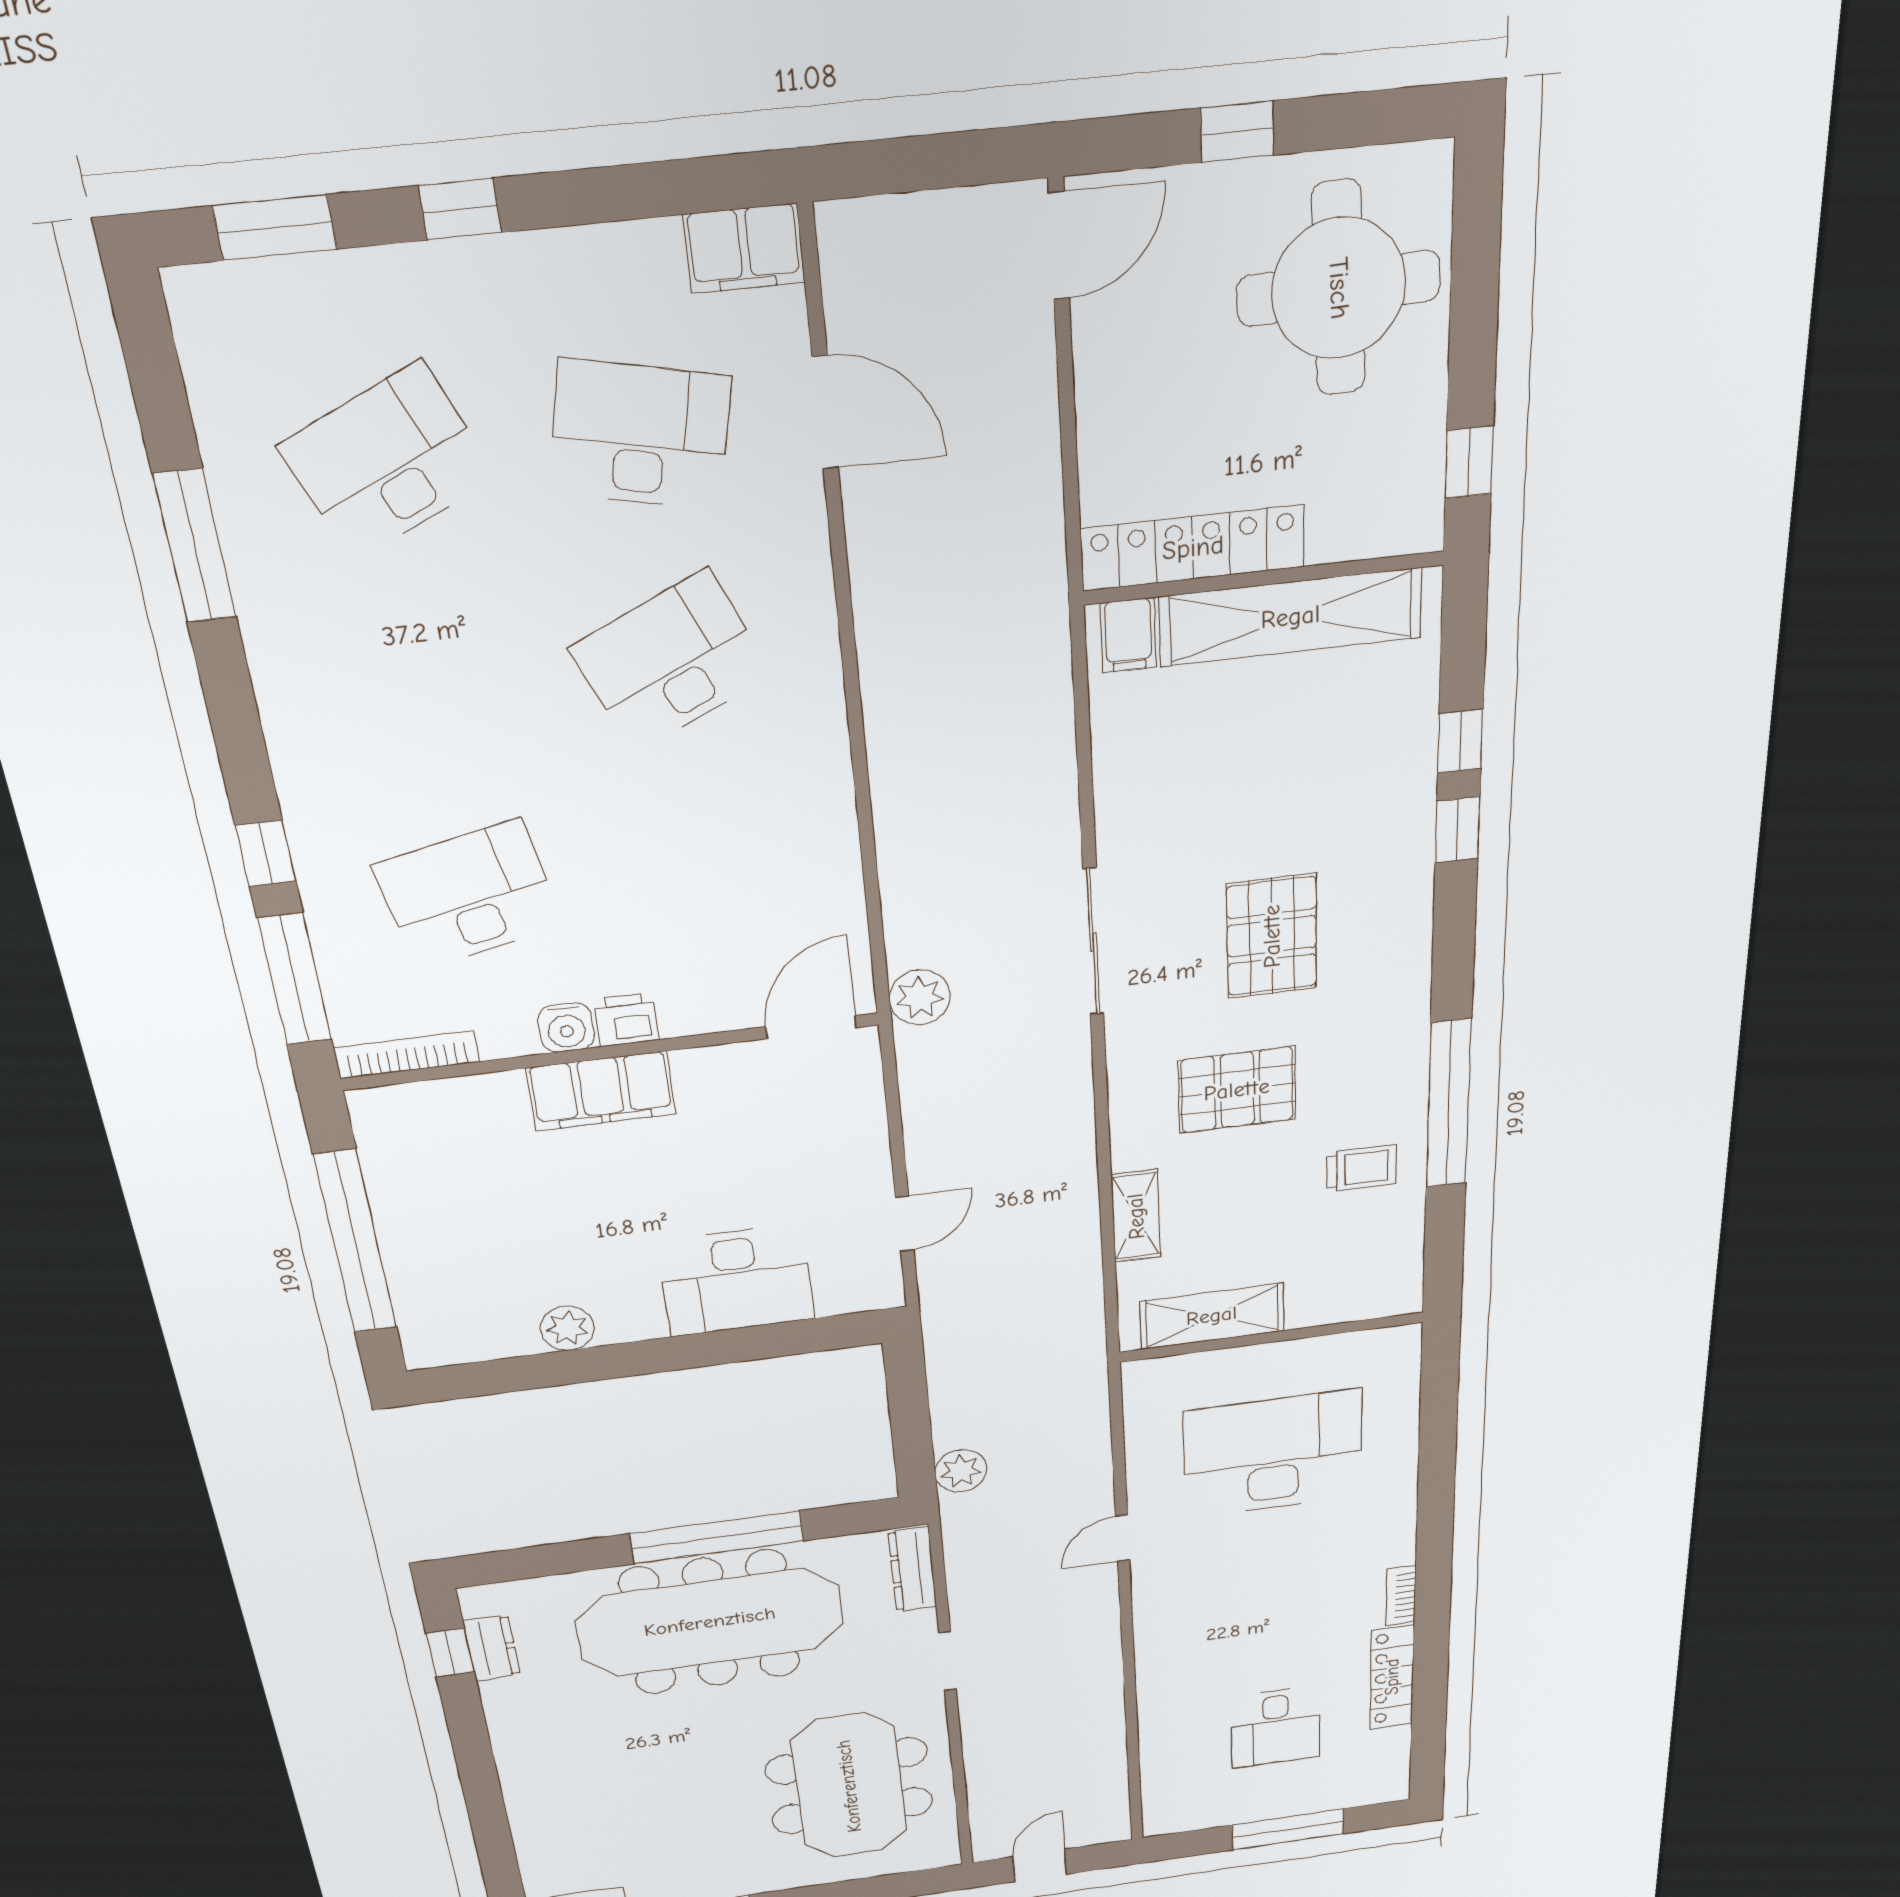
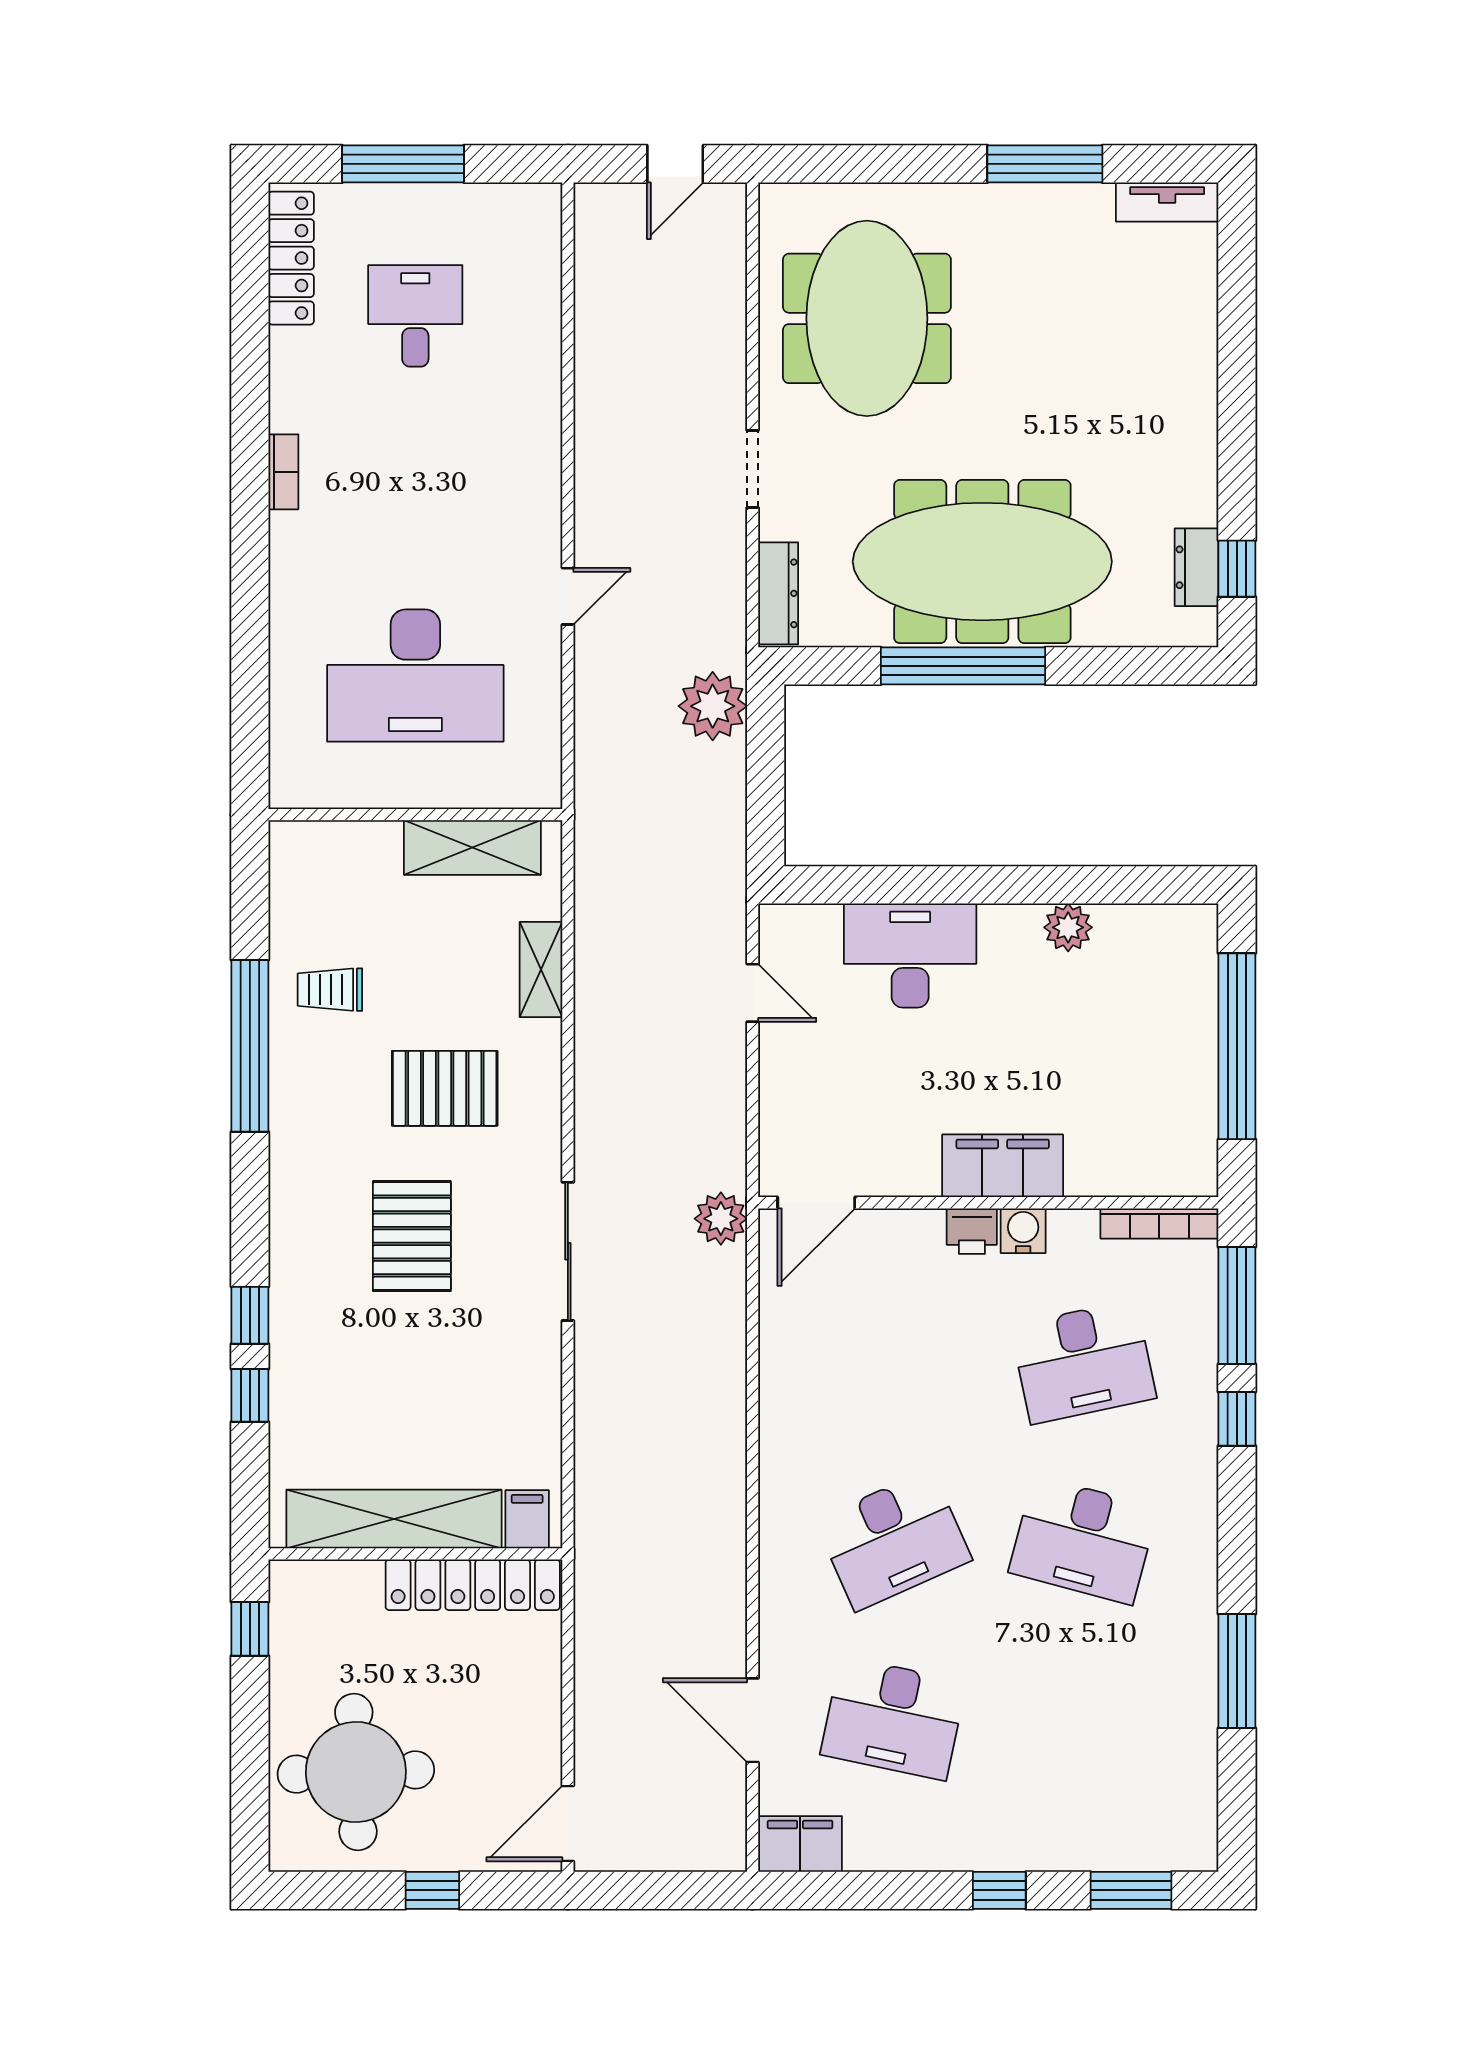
desk: (387, 462) -> (1083, 1540), moved, turned 39
door: (905, 1224) -> (753, 993), swing flipped
plant: (961, 1471) -> (713, 706), width x1.36, depth x1.36
locker: (1392, 1677) -> (291, 258), moved

